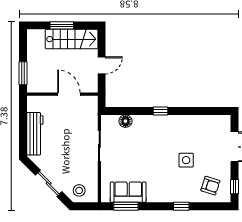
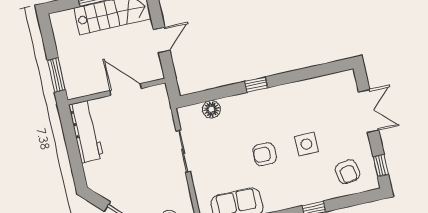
workbench: (35, 134) -> (86, 131), moved
armchair: (155, 161) -> (265, 154), added
armchair: (210, 186) -> (347, 172), turned 61

